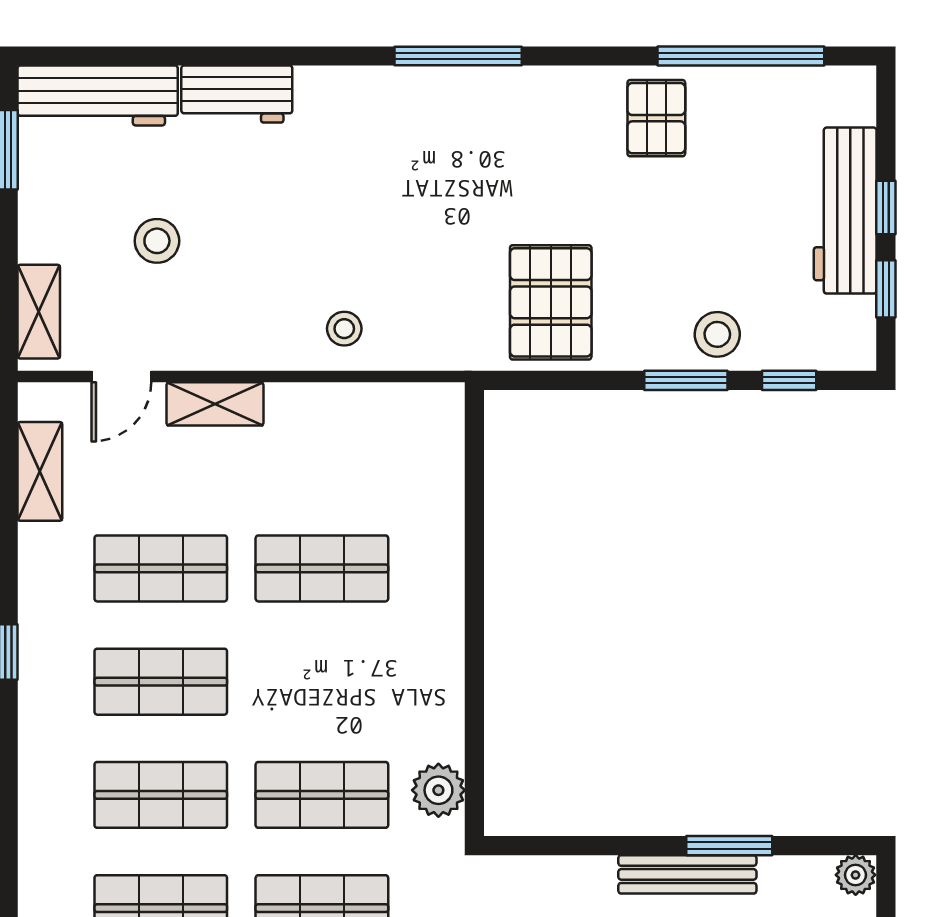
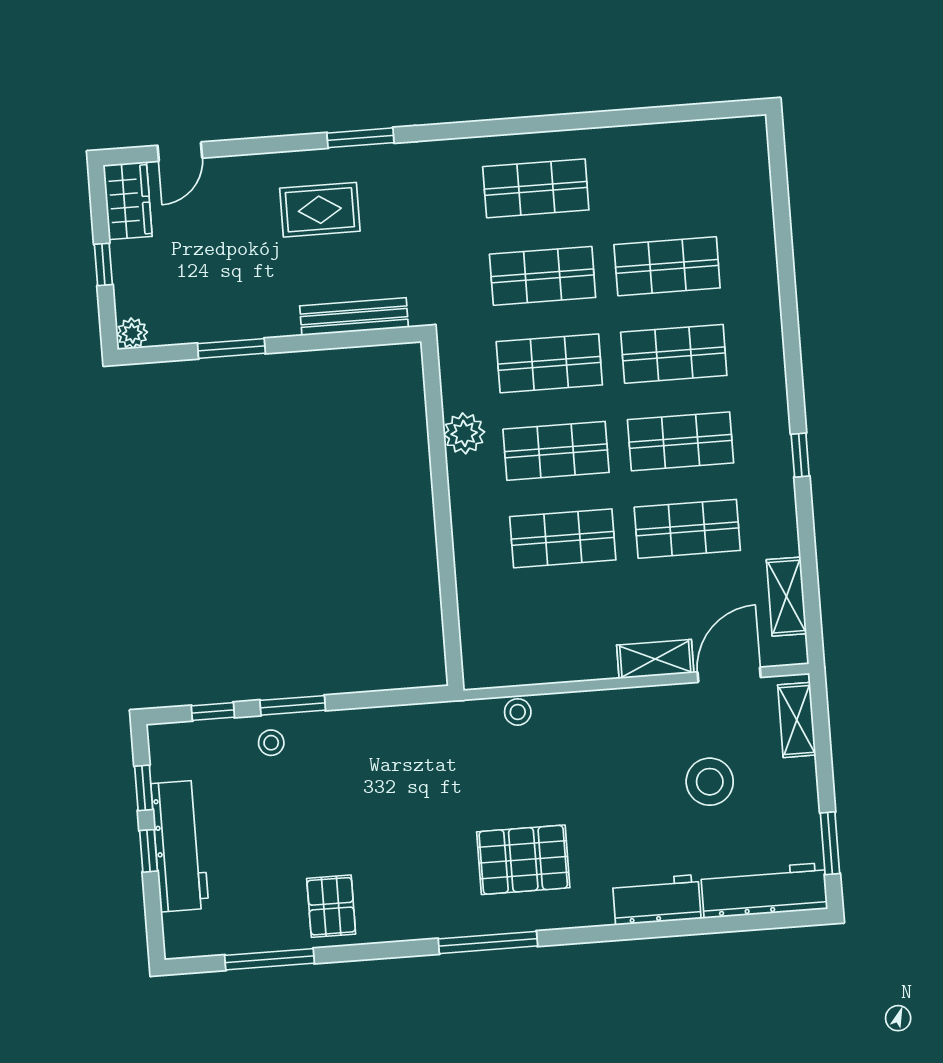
window: (741, 56) -> (270, 959), width x0.68
stool: (157, 241) -> (710, 782), width x1.38, depth x1.38
pallet: (551, 302) -> (523, 860), moved, turned 90
stool: (344, 329) -> (518, 712), moved
stool: (717, 334) -> (271, 743), width x0.73, depth x0.73
door: (121, 377) -> (729, 675), width x1.38
shop shelf: (322, 682) -> (556, 451), added
plant: (438, 790) -> (464, 433), moved
bench: (687, 874) -> (354, 317), moved

